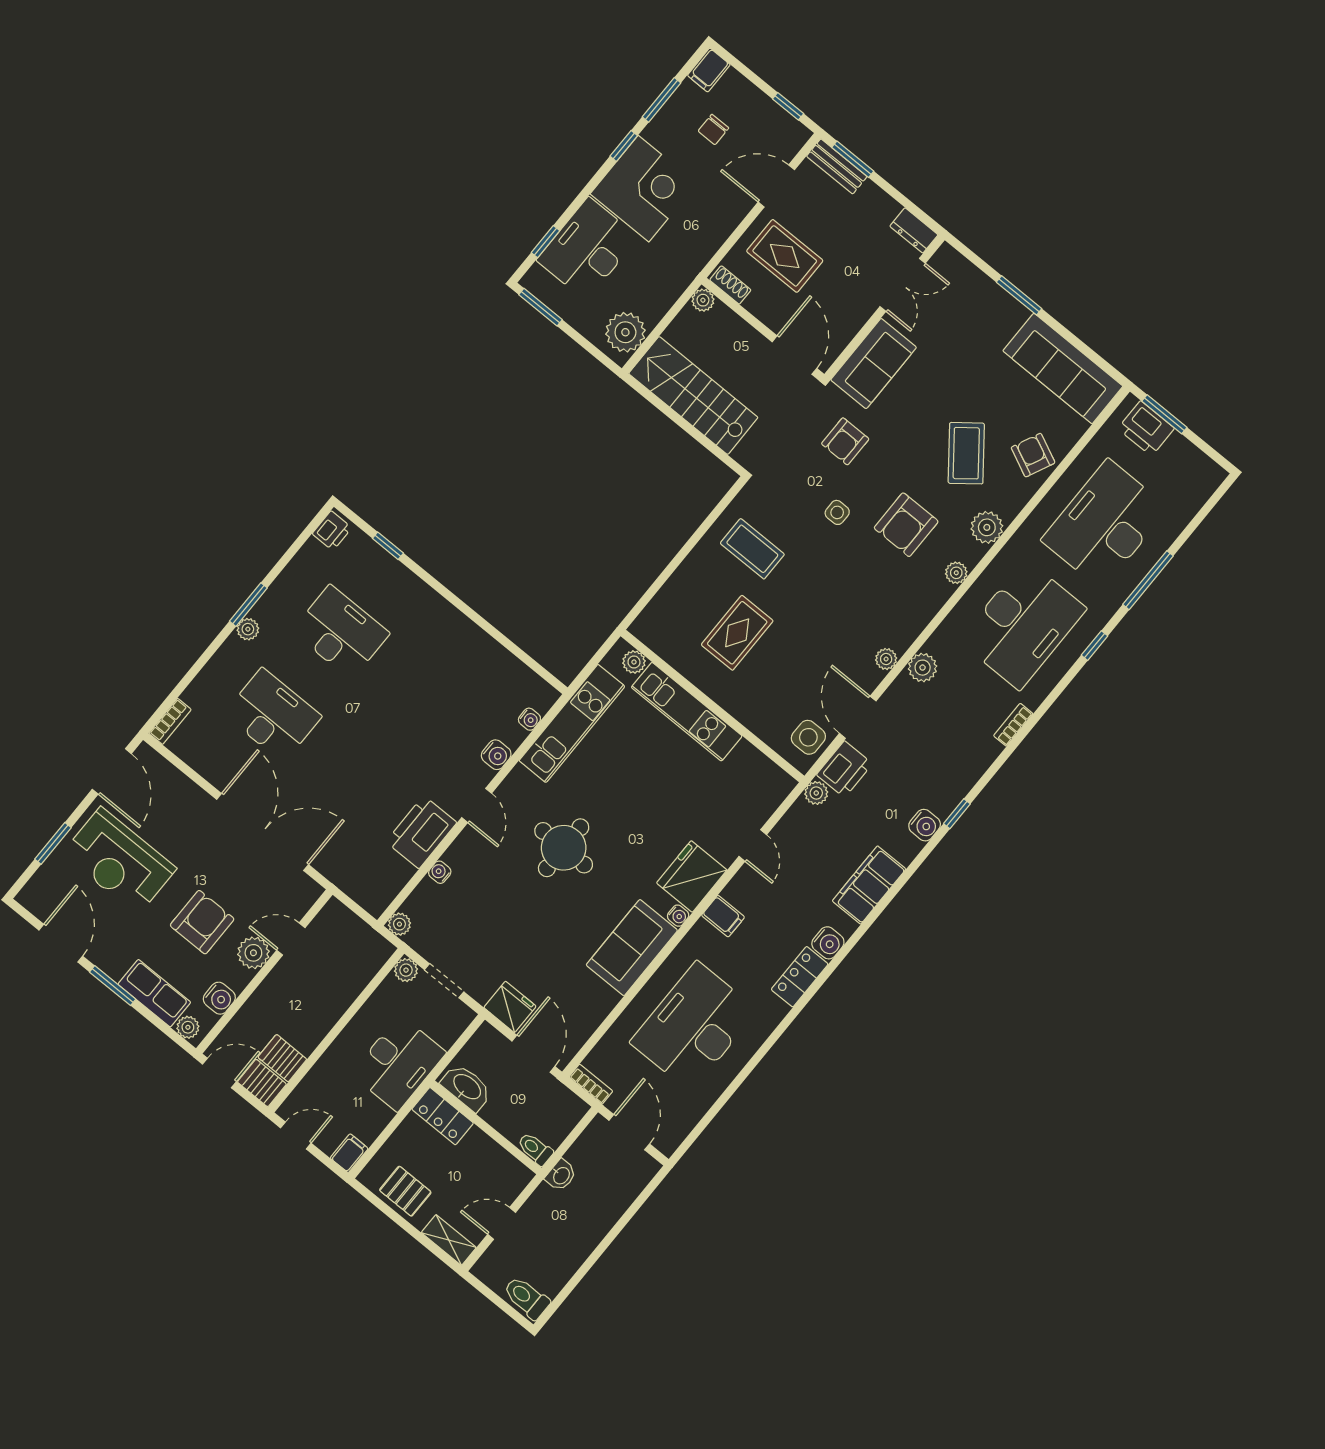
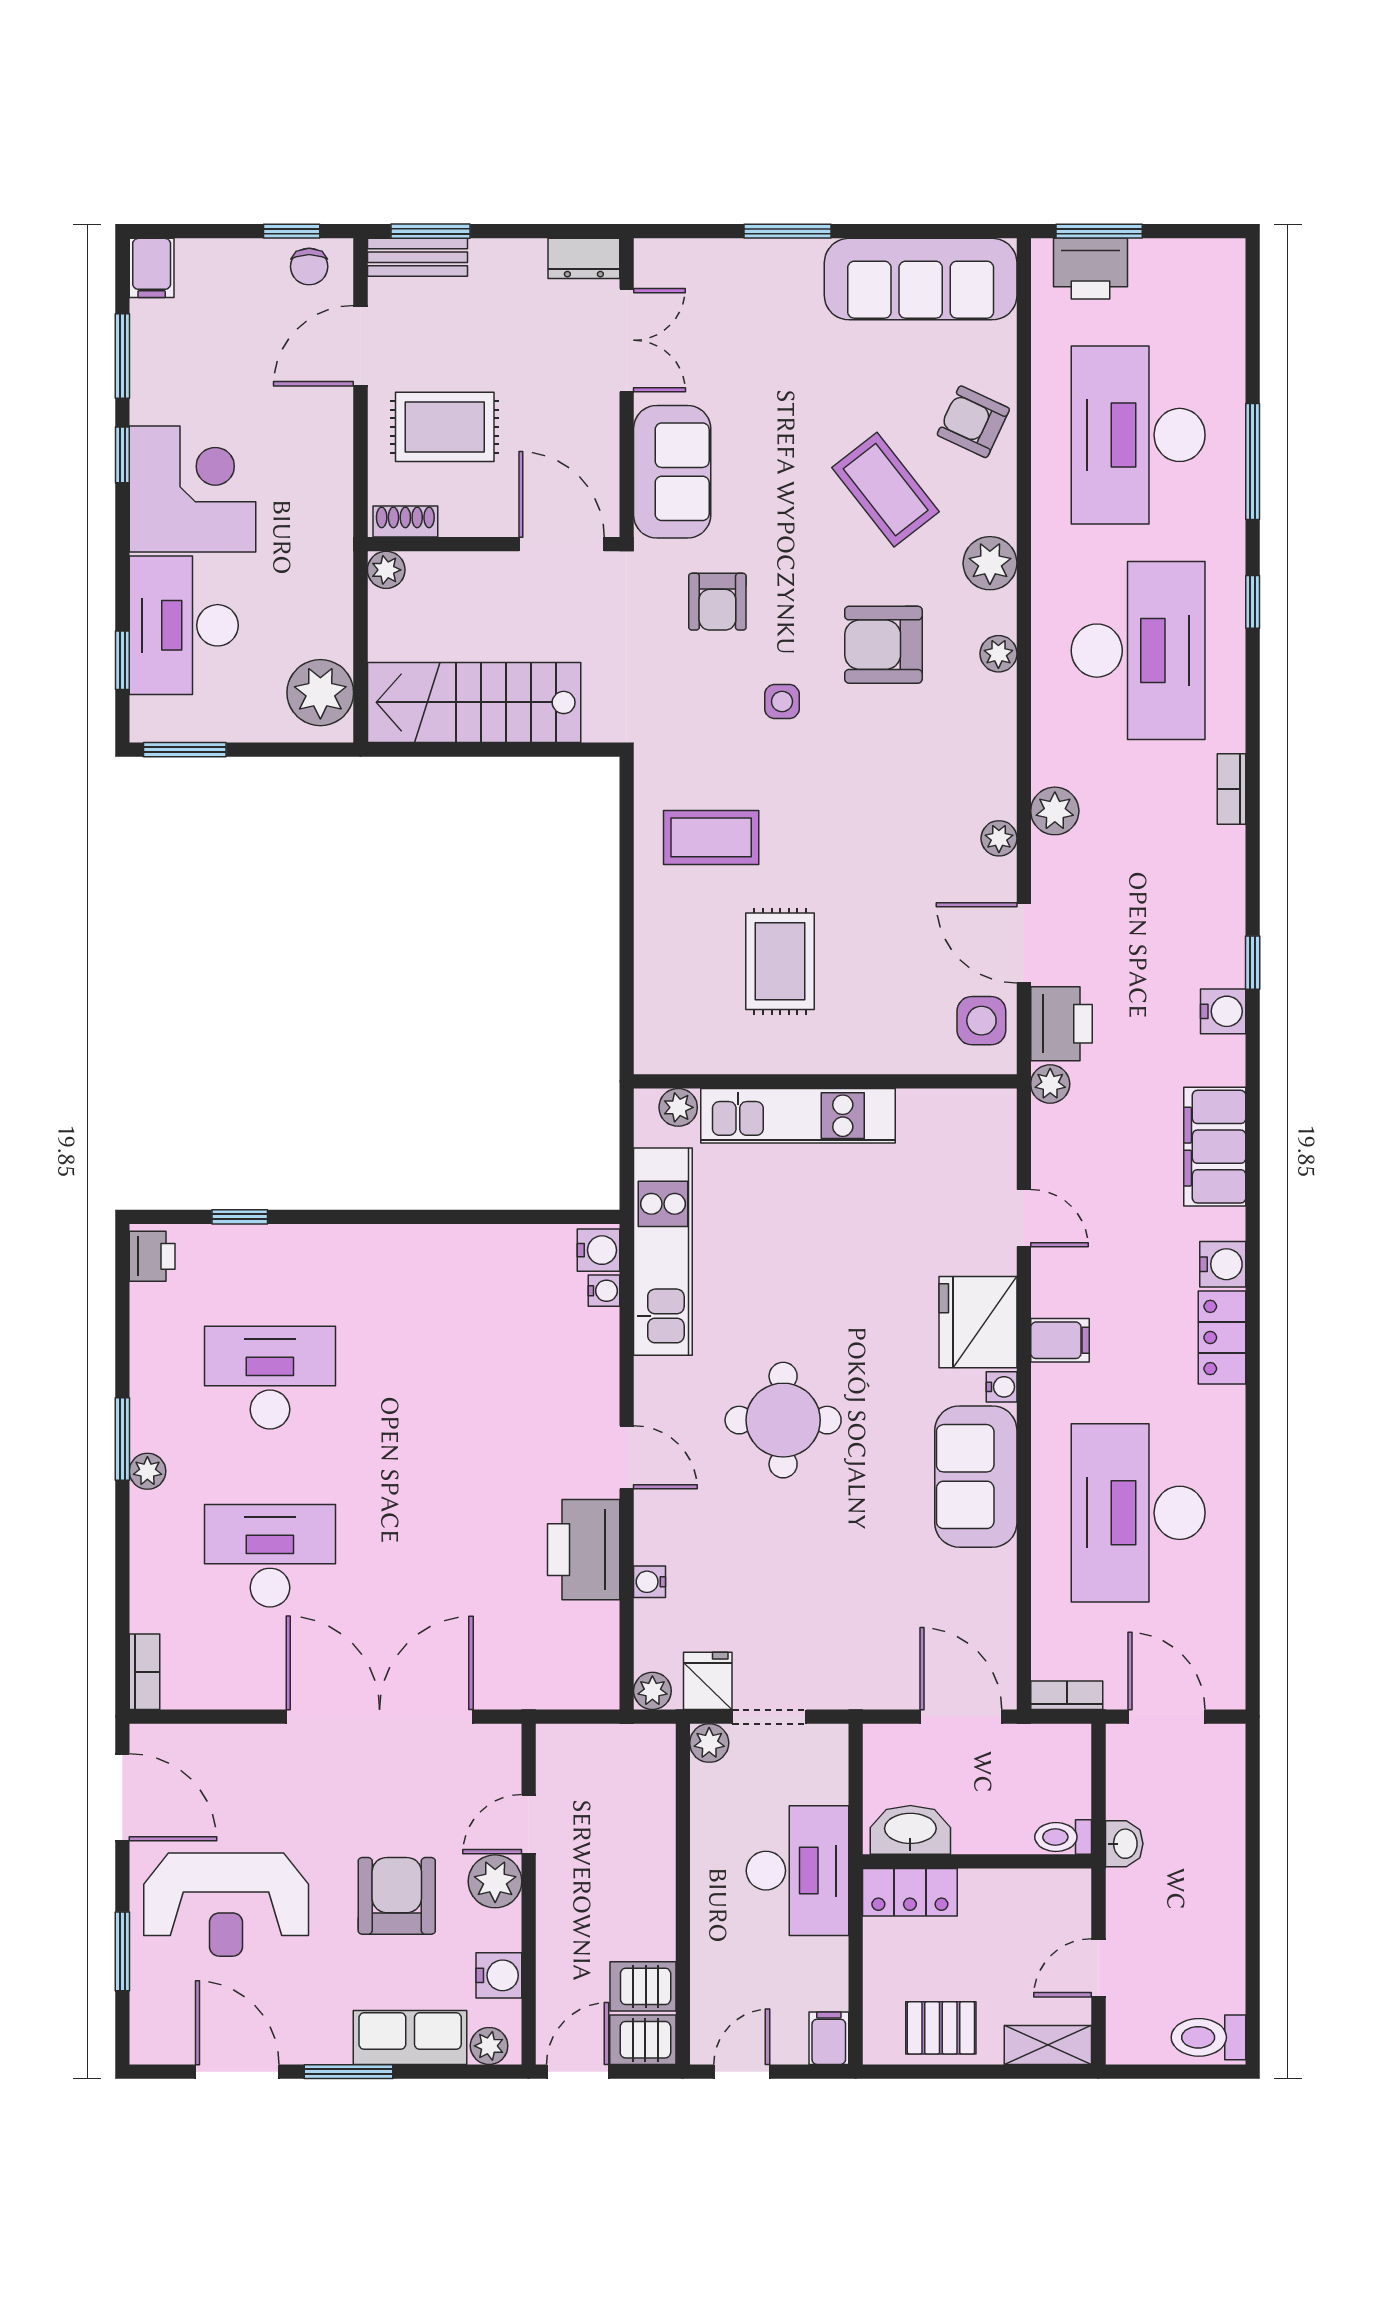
chair: (713, 129) -> (309, 267), moved
armchair: (906, 525) -> (883, 645), turned 90
water cooler: (496, 755) -> (599, 1250), moved
fridge: (510, 1007) -> (708, 1681), moved, width x0.72

